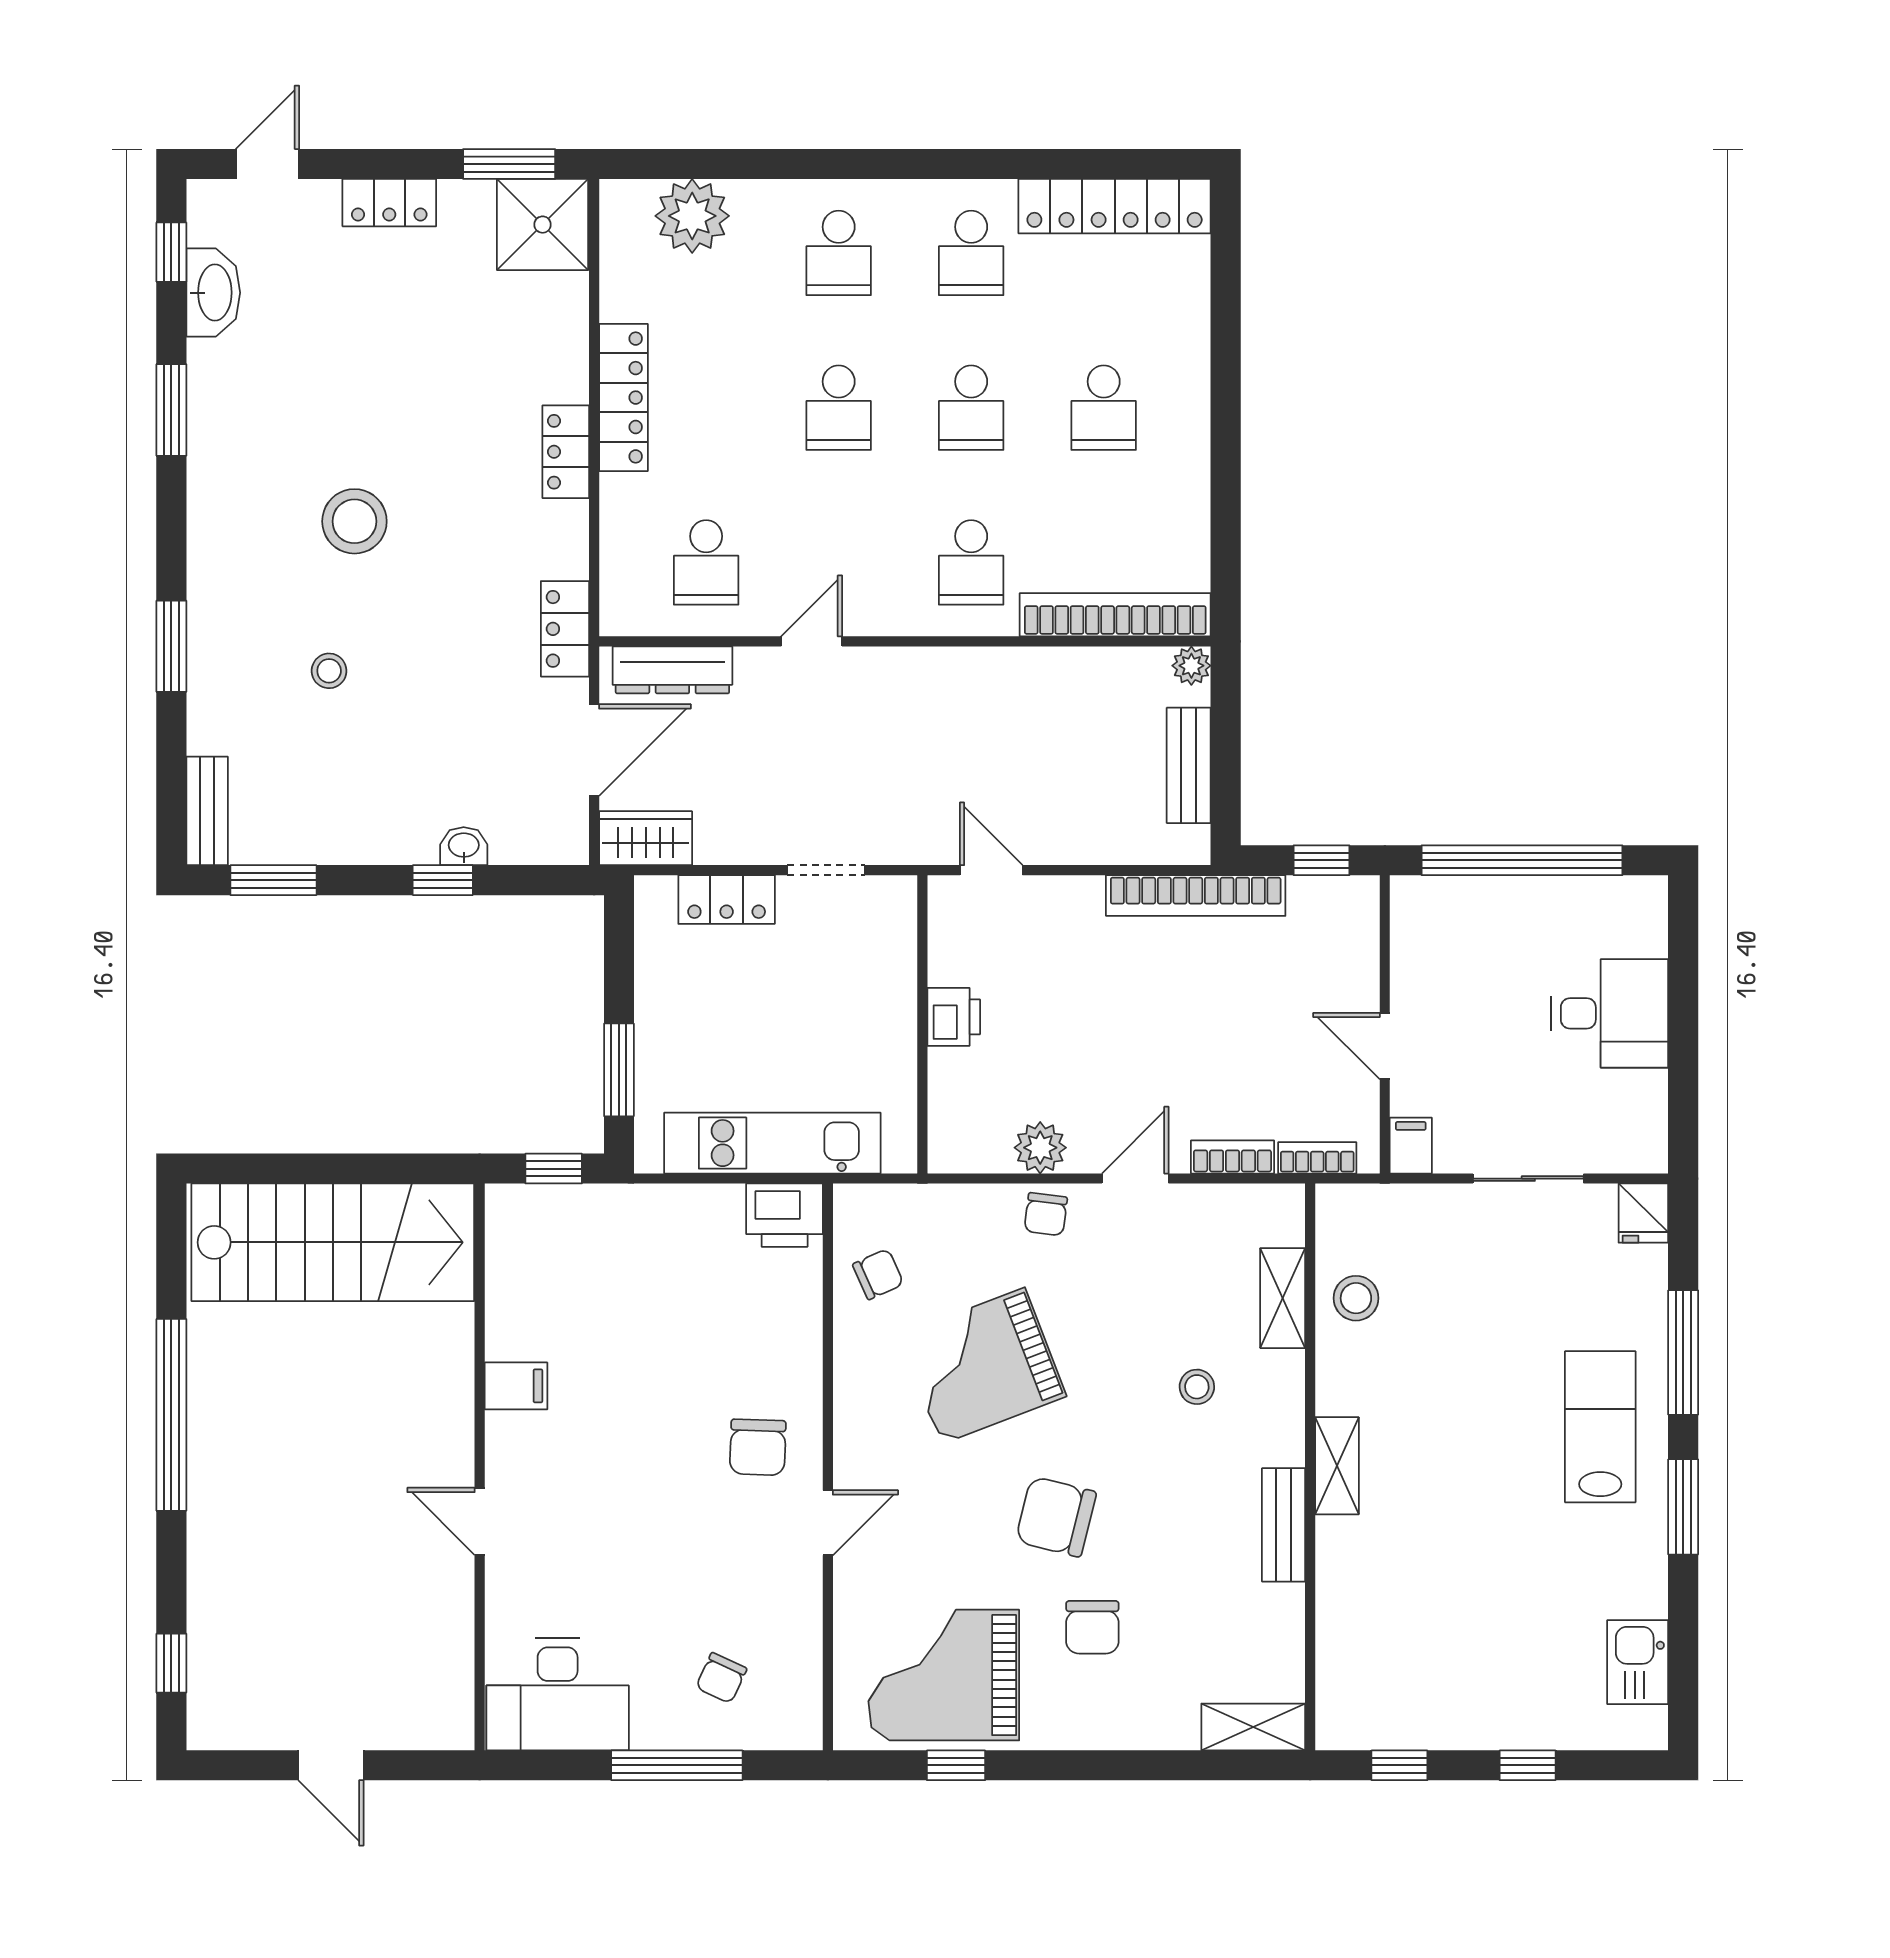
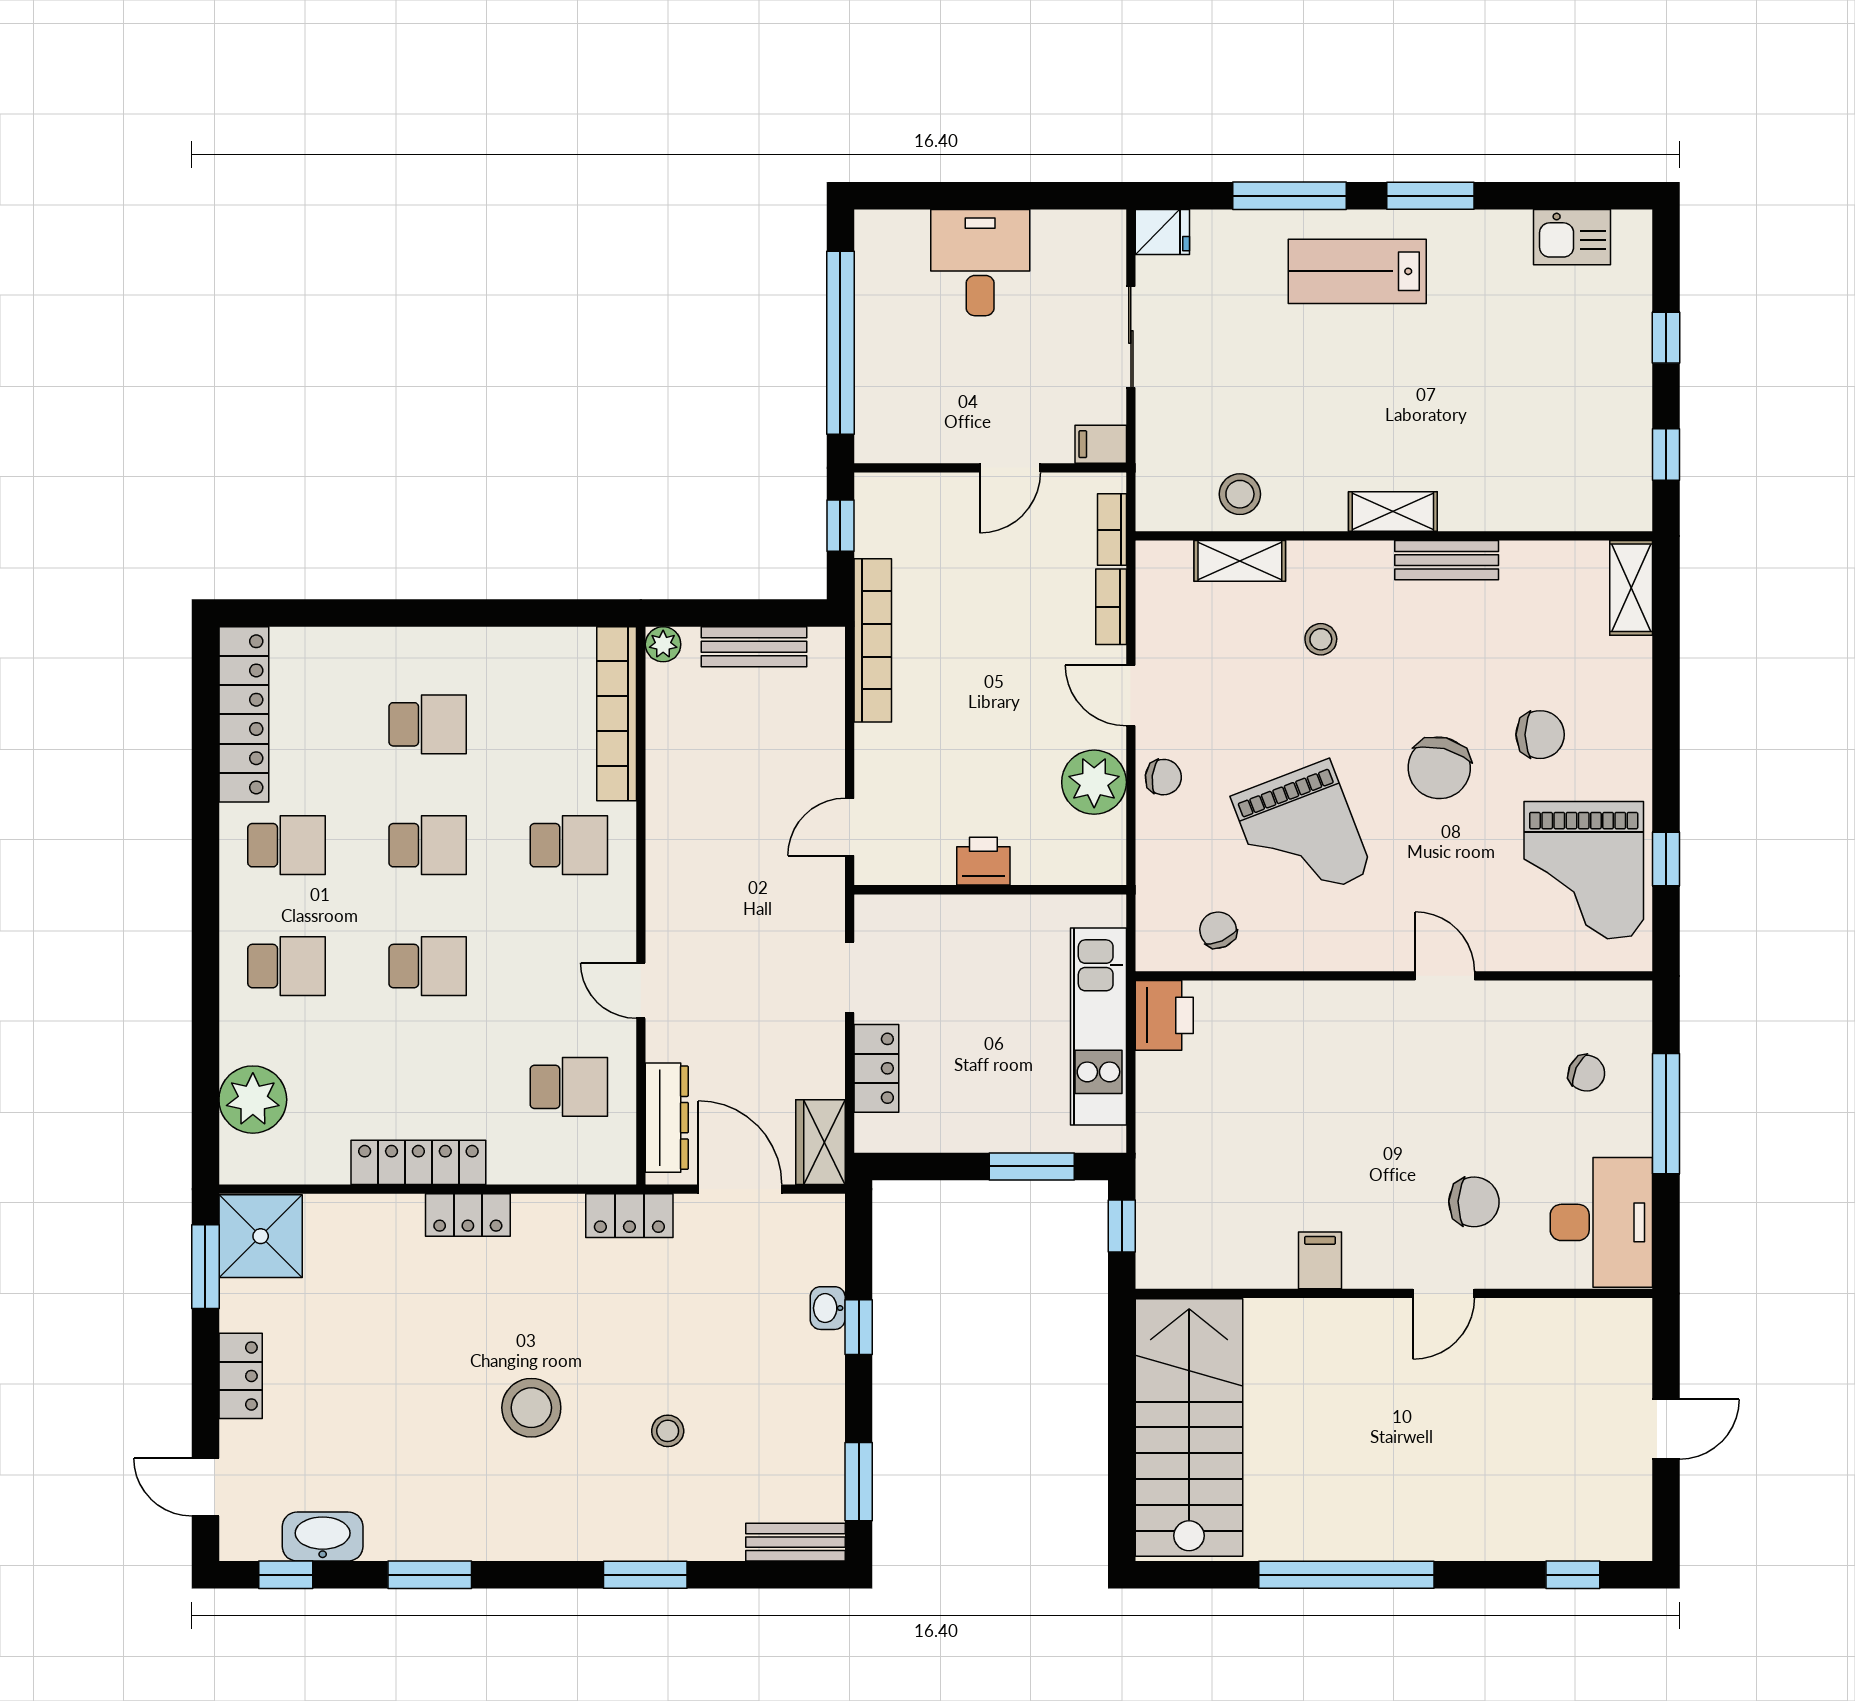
plant: (1040, 1148) -> (1094, 782), width x1.36, depth x1.36
chair: (758, 1447) -> (1474, 1202), moved

